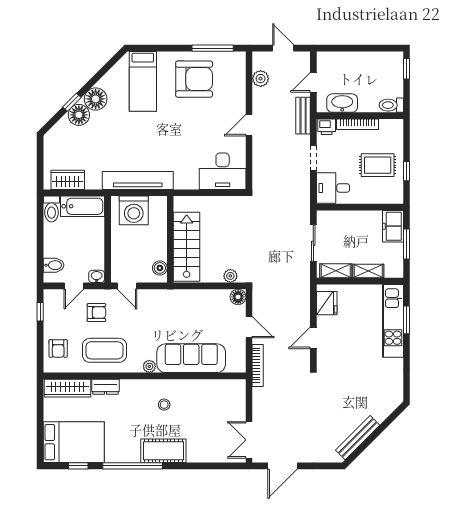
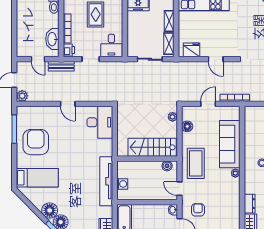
plant: (261, 79) -> (22, 96), moved
washing machine: (134, 210) -> (122, 184), width x0.53, depth x0.53
door: (127, 286) -> (180, 189), swing flipped
floor lamp: (238, 297) -> (187, 126), moved
coffee table: (104, 350) -> (196, 163), moved

